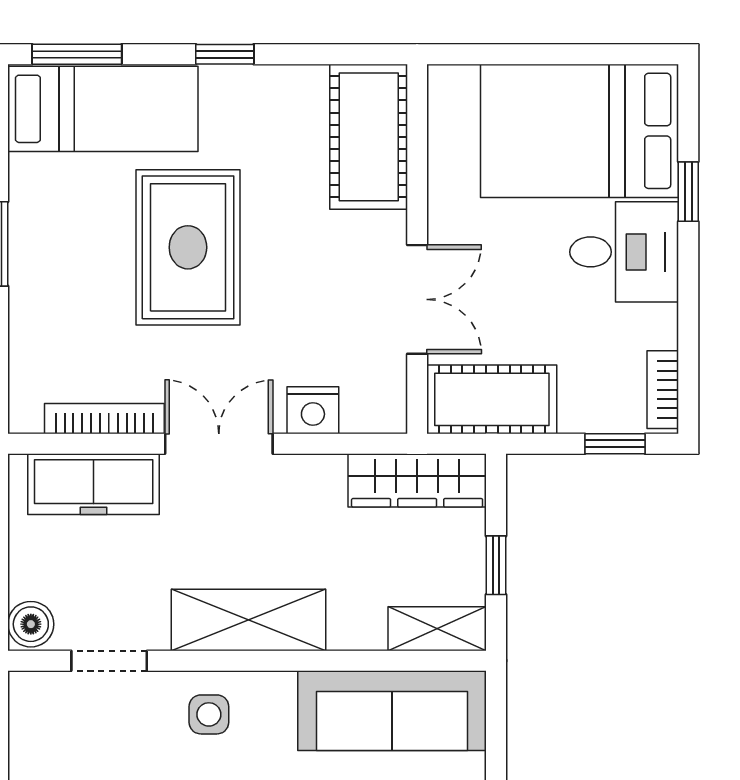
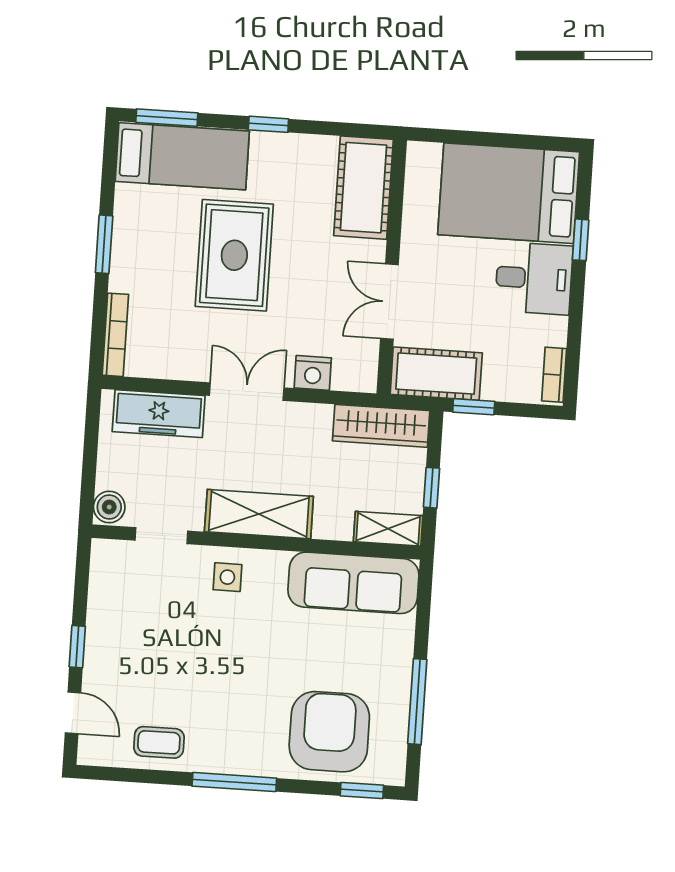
double door: (417, 299) -> (389, 301), swing flipped
bookcase: (104, 419) -> (115, 335), moved, turned 90
window: (615, 444) -> (474, 407), moved

